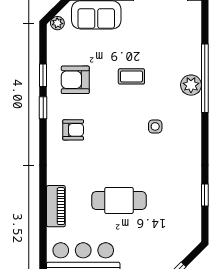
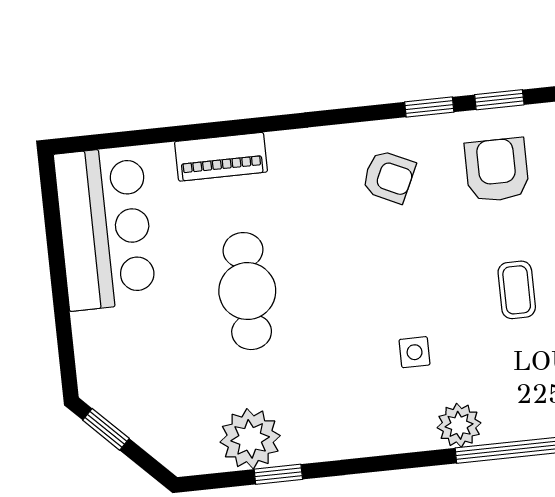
plant: (191, 85) -> (459, 425), moved
armchair: (73, 130) -> (389, 177), turned -65
plant: (187, 206) -> (250, 439), added

